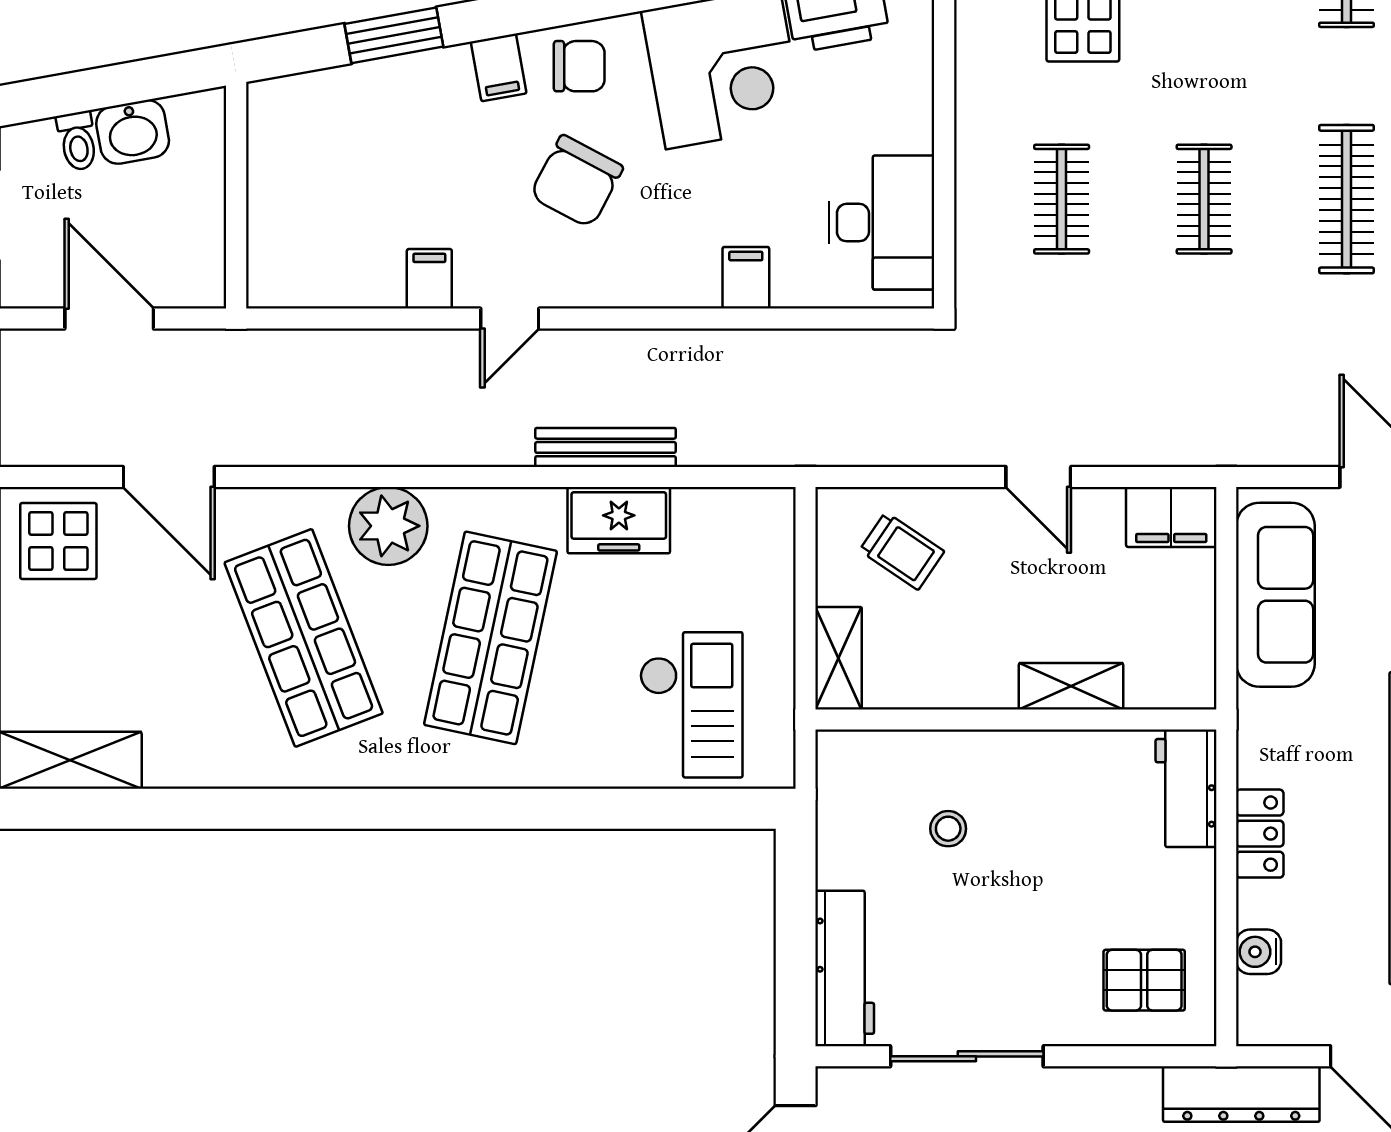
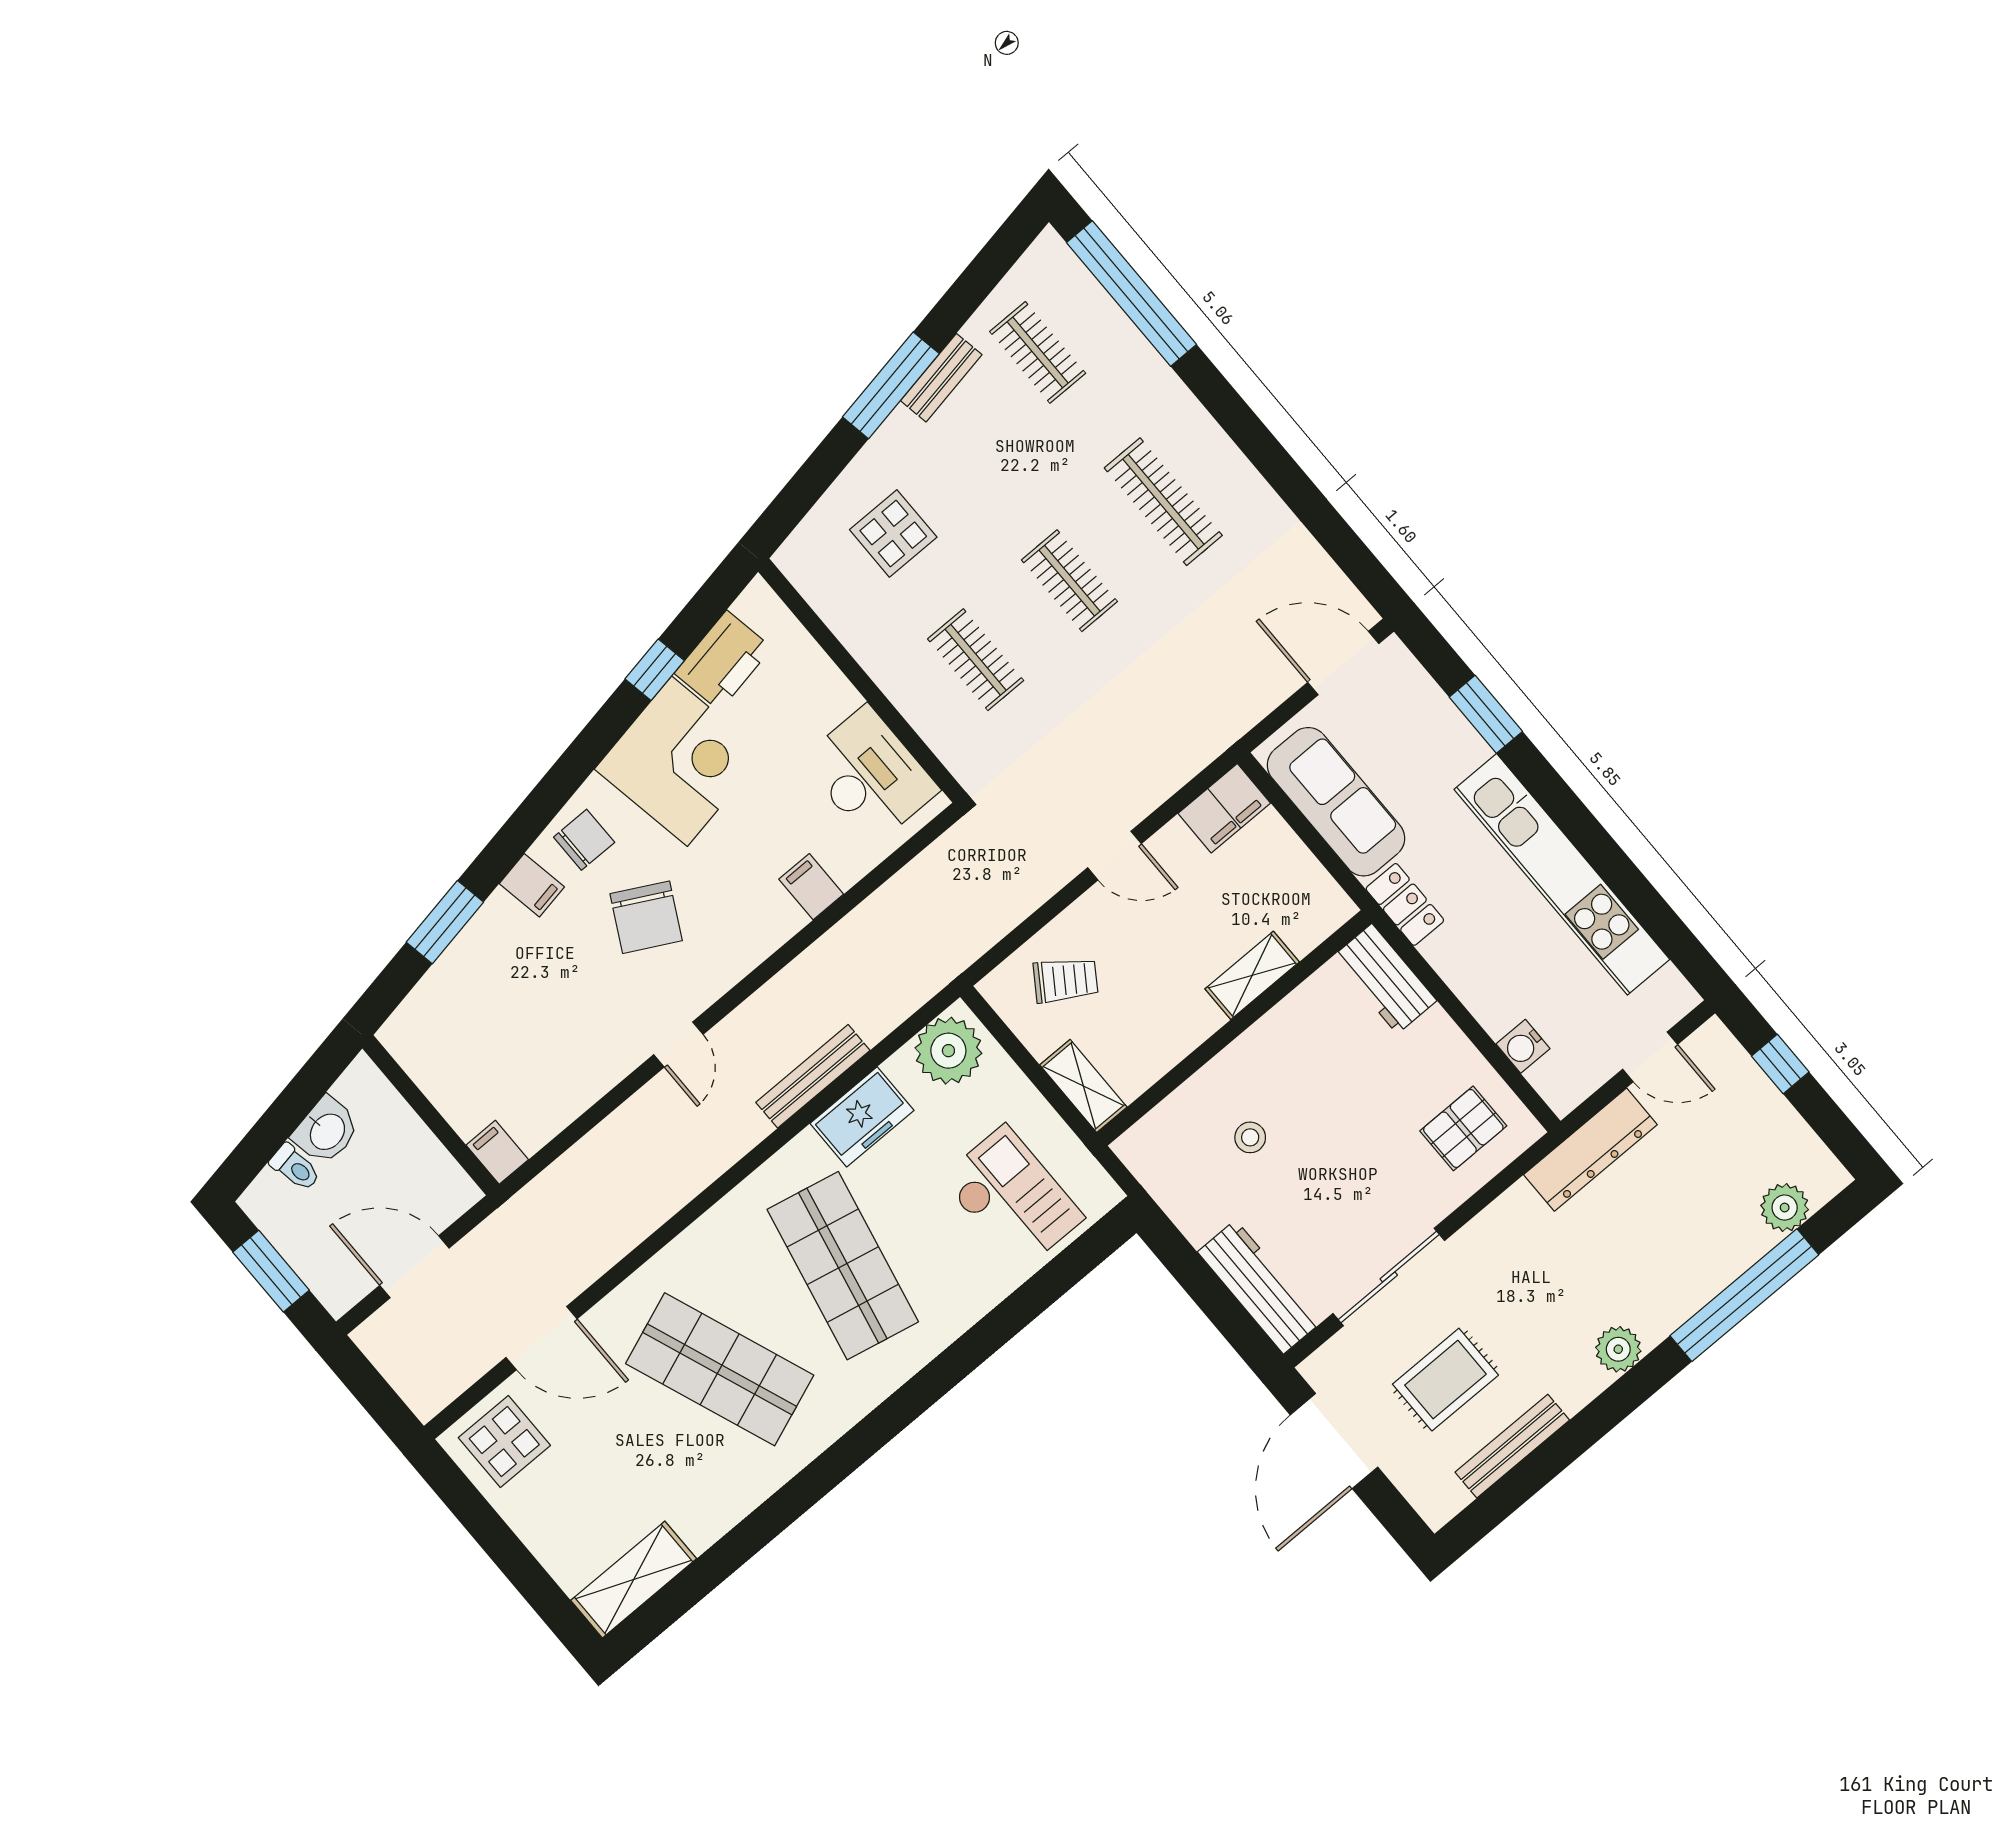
filing cabinet: (429, 279) -> (497, 1152), moved
plant: (388, 526) -> (948, 1051), moved
locker: (1260, 834) -> (1405, 904), moved

